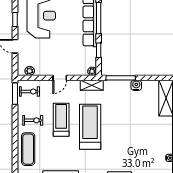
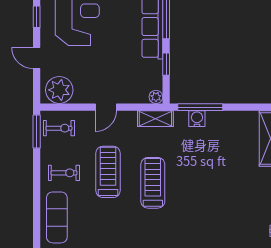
plant: (30, 71) -> (59, 90), width x1.88, depth x1.88
water cooler: (136, 85) -> (197, 119), moved
treadmill: (90, 127) -> (153, 183), width x0.73, depth x0.73

